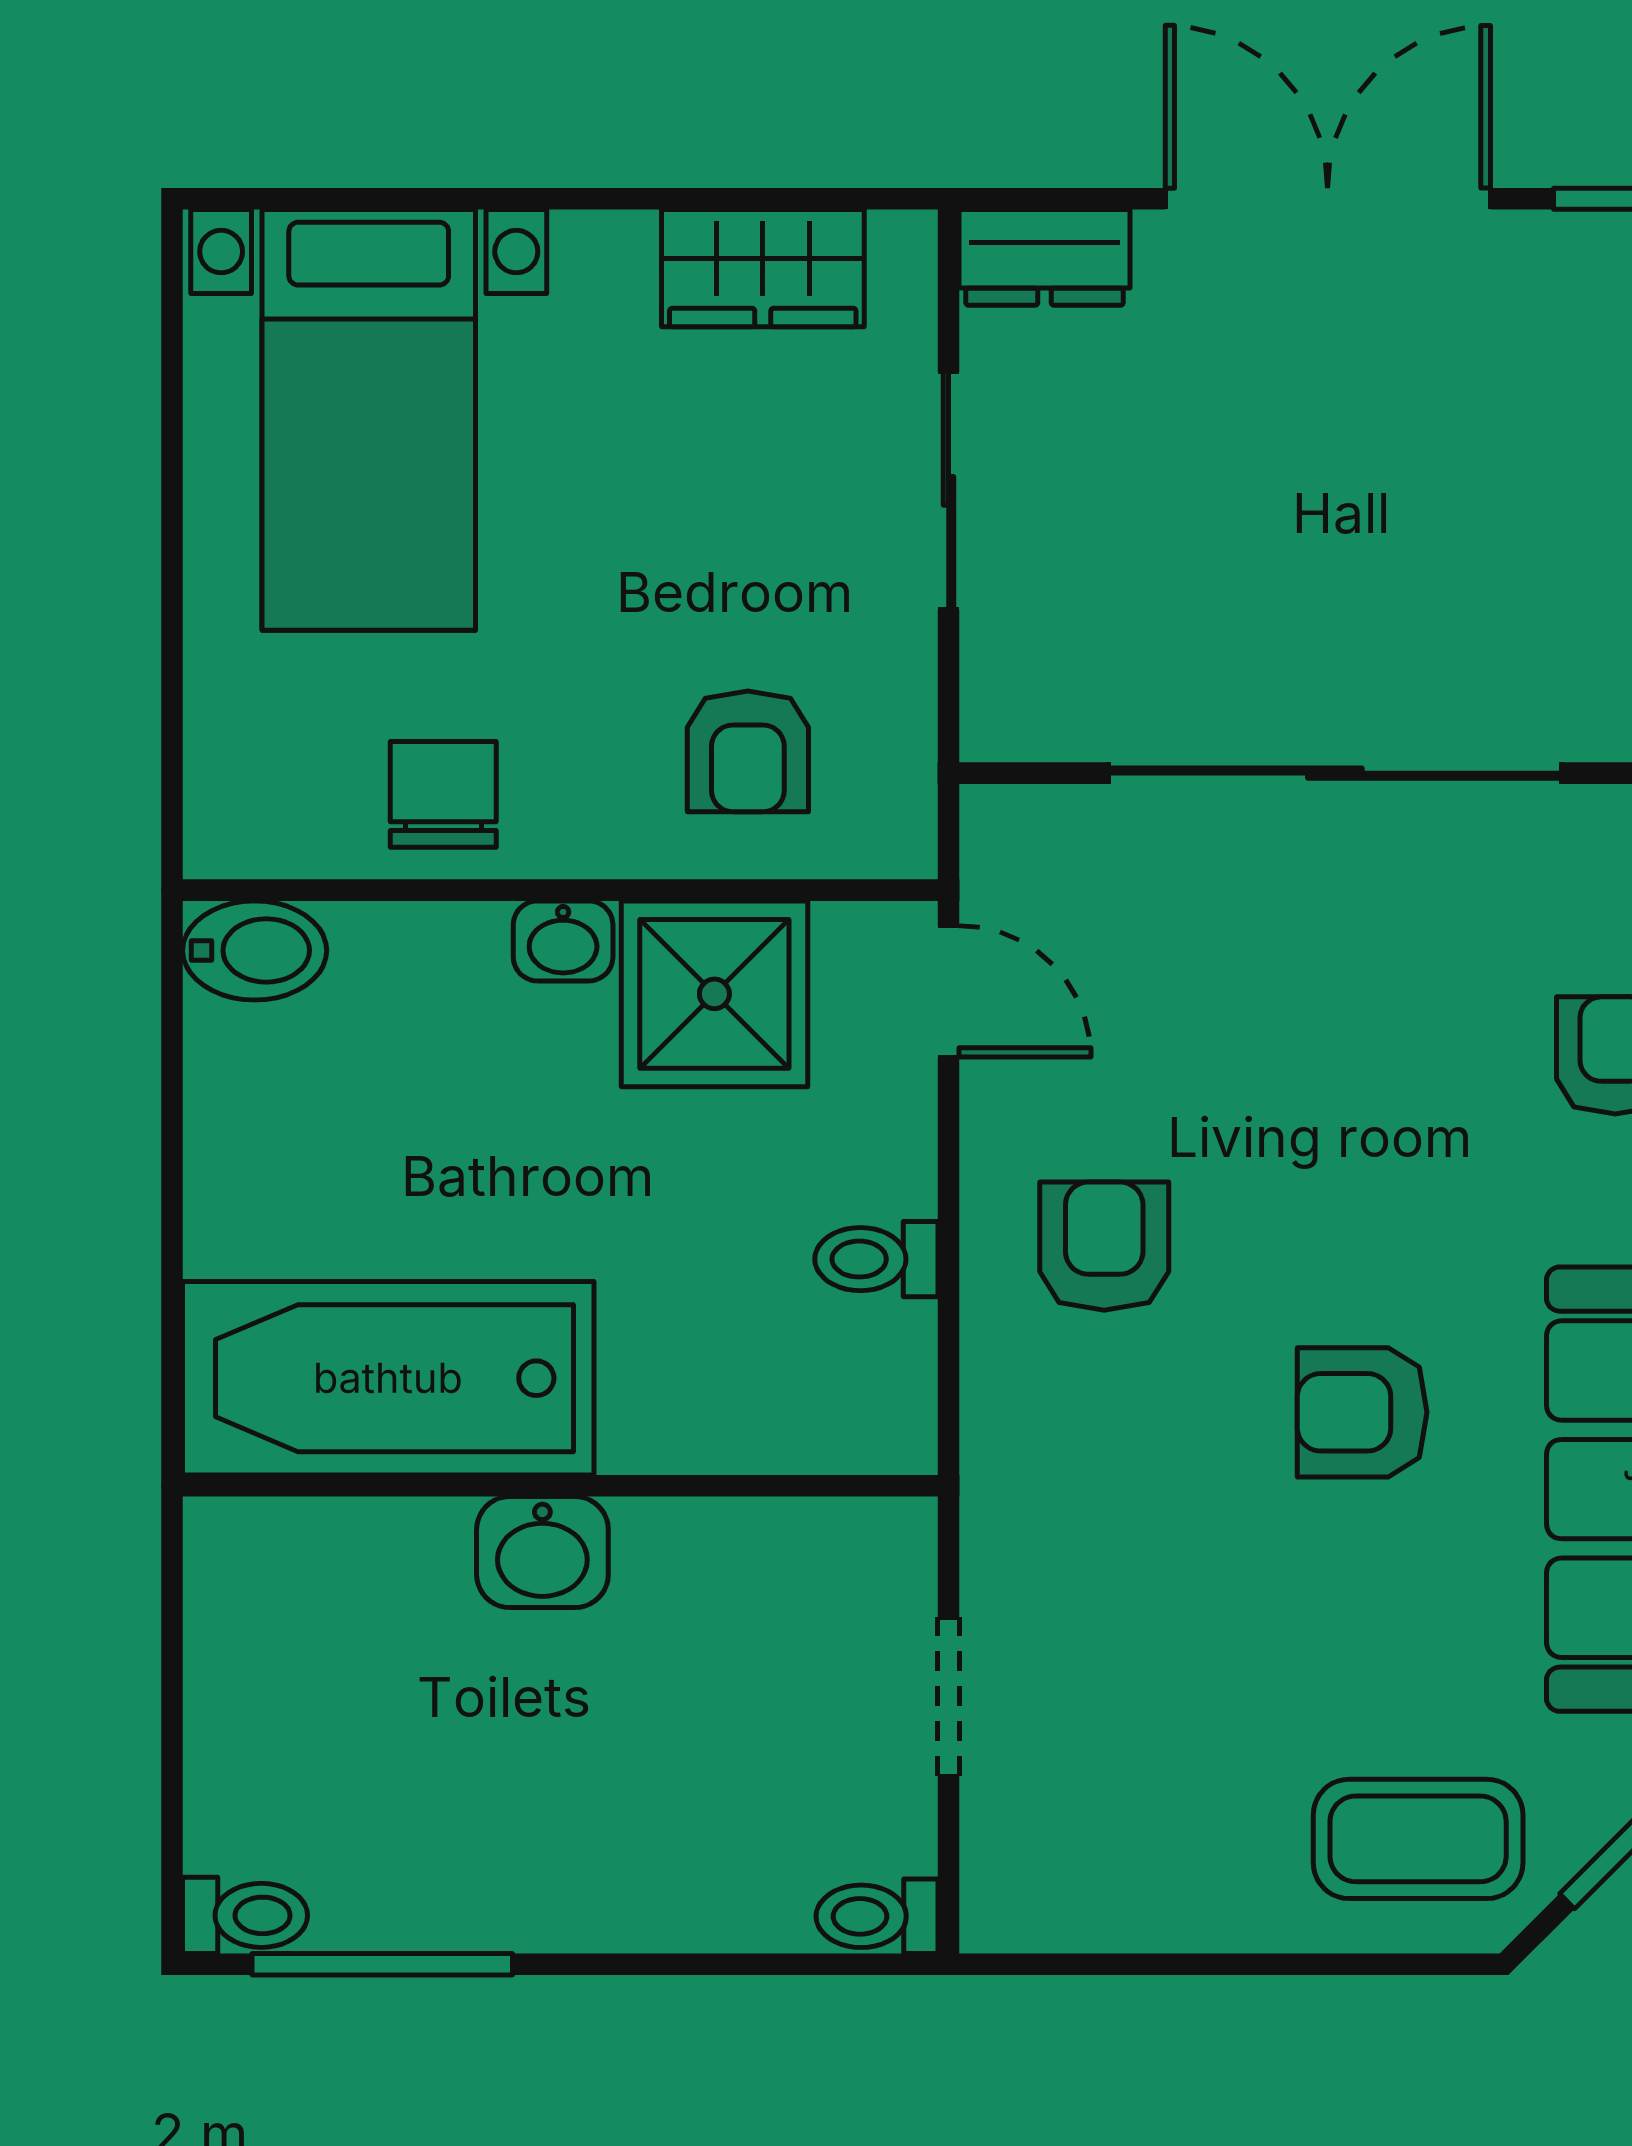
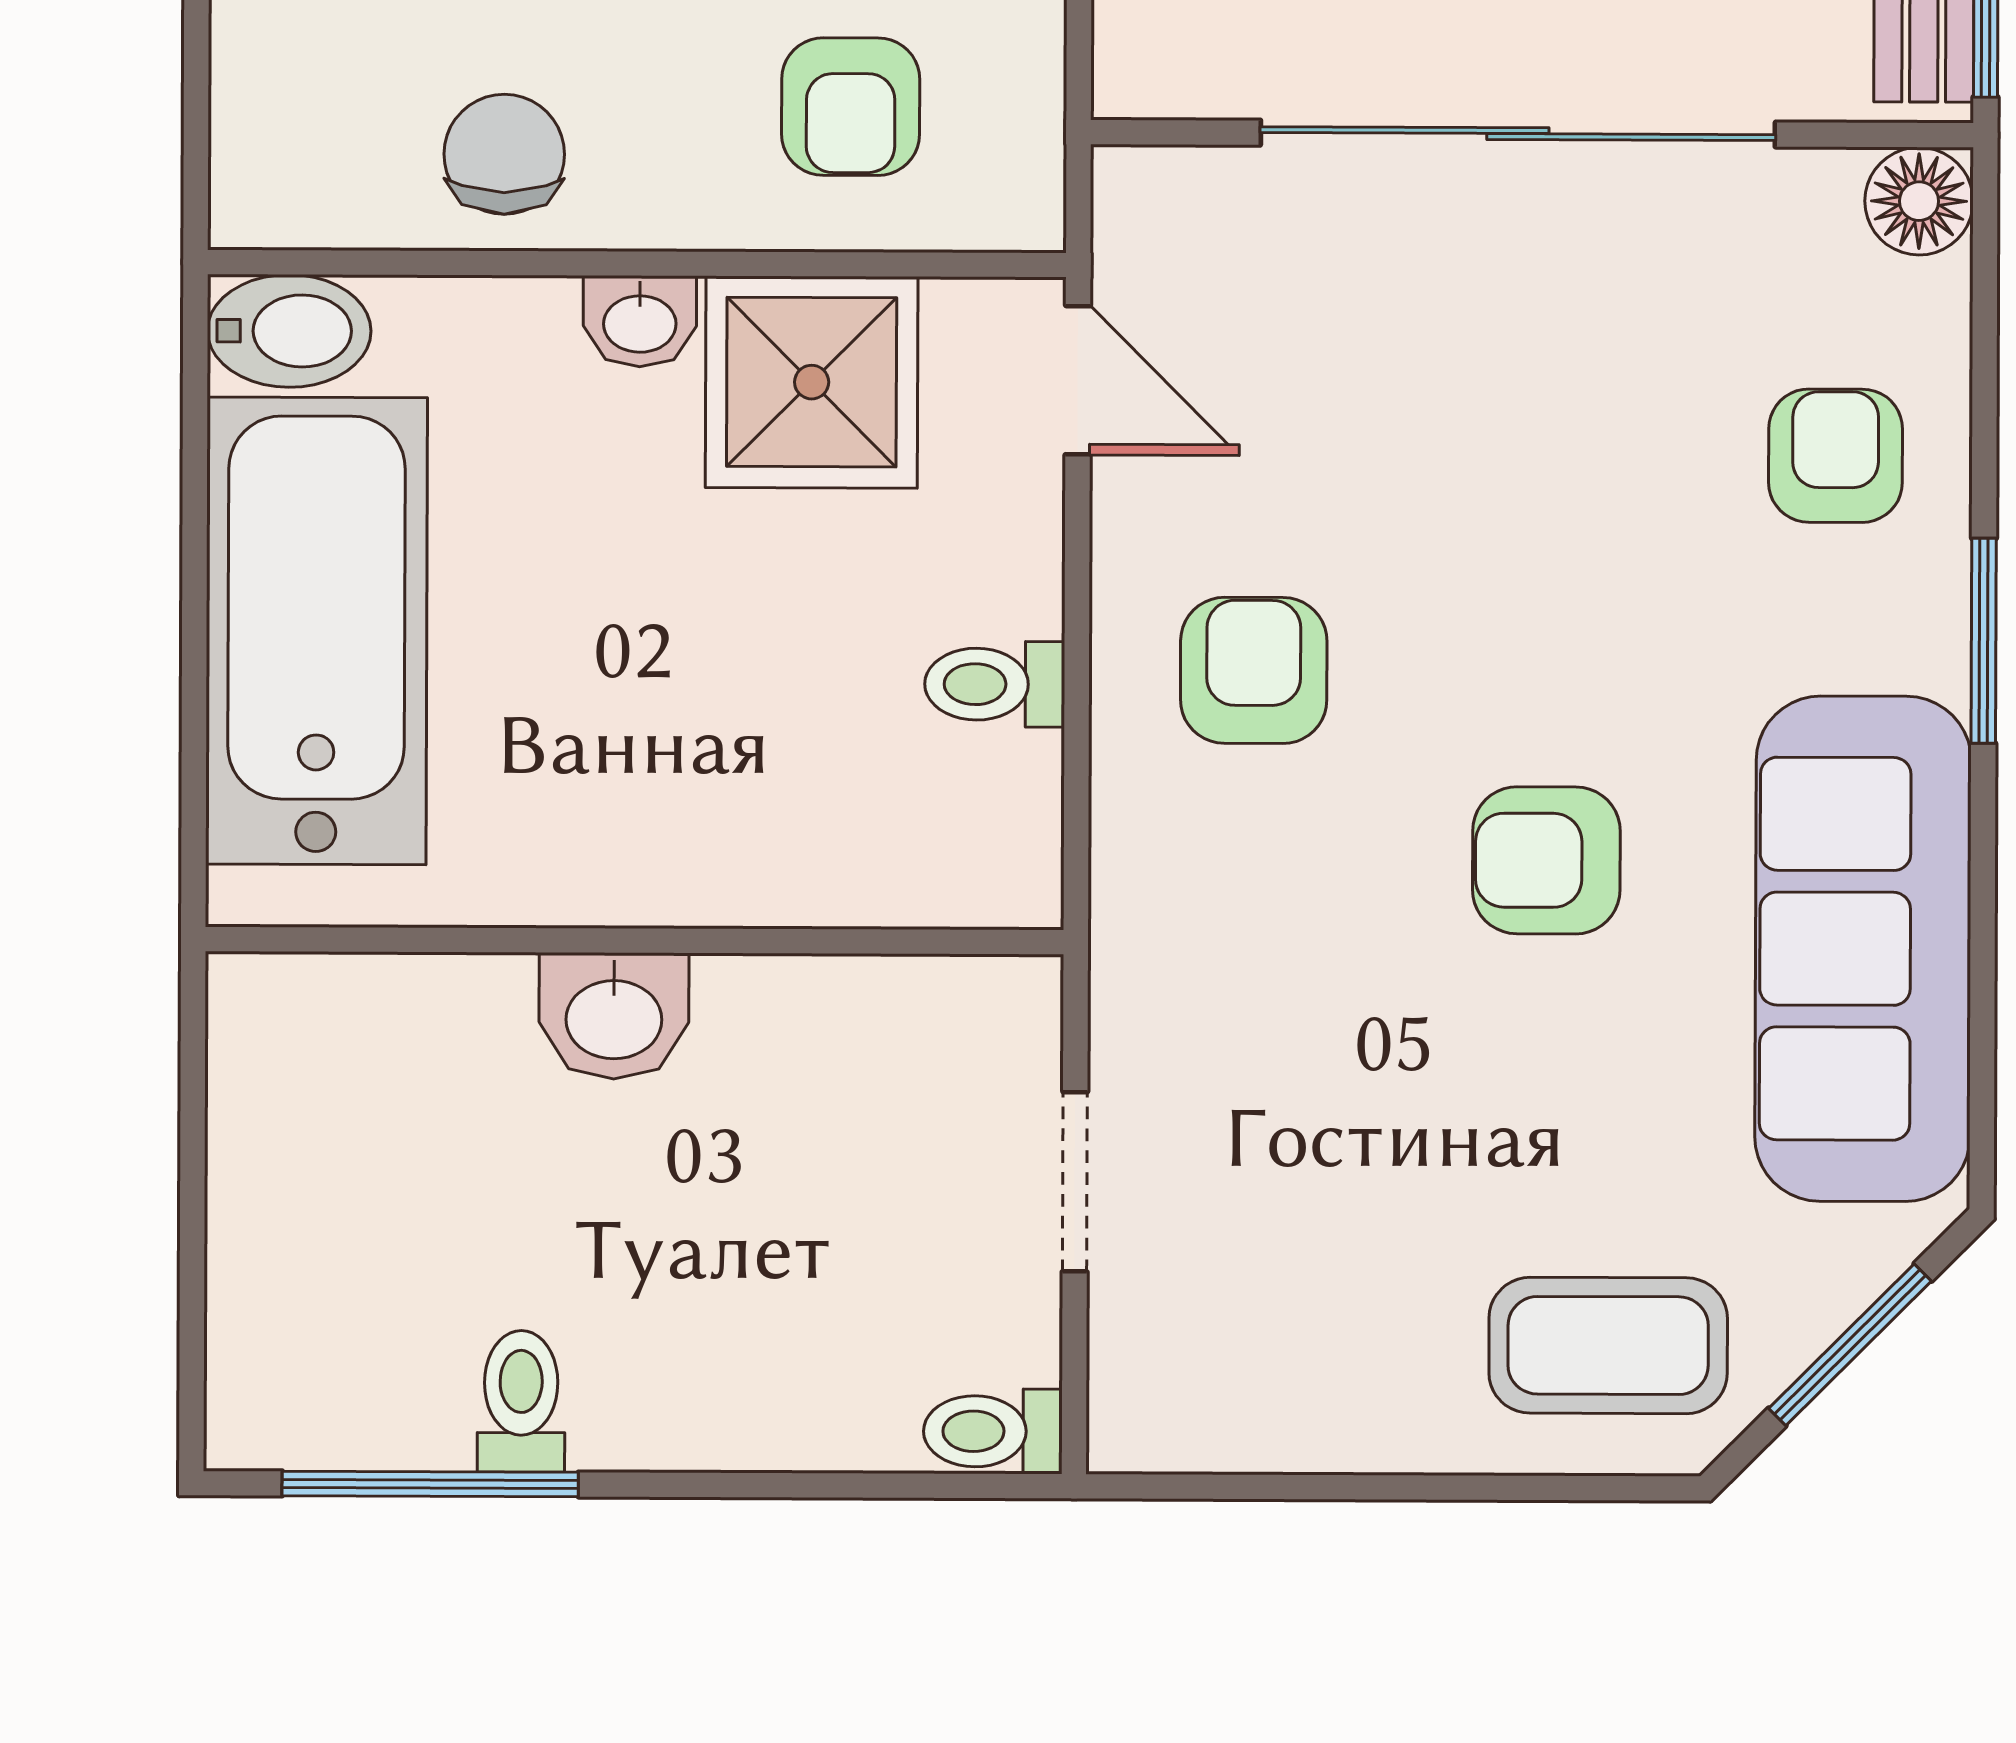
bathtub: (388, 1378) -> (316, 631), moved, turned 90
toilet: (245, 1915) -> (521, 1401), moved, turned -90

